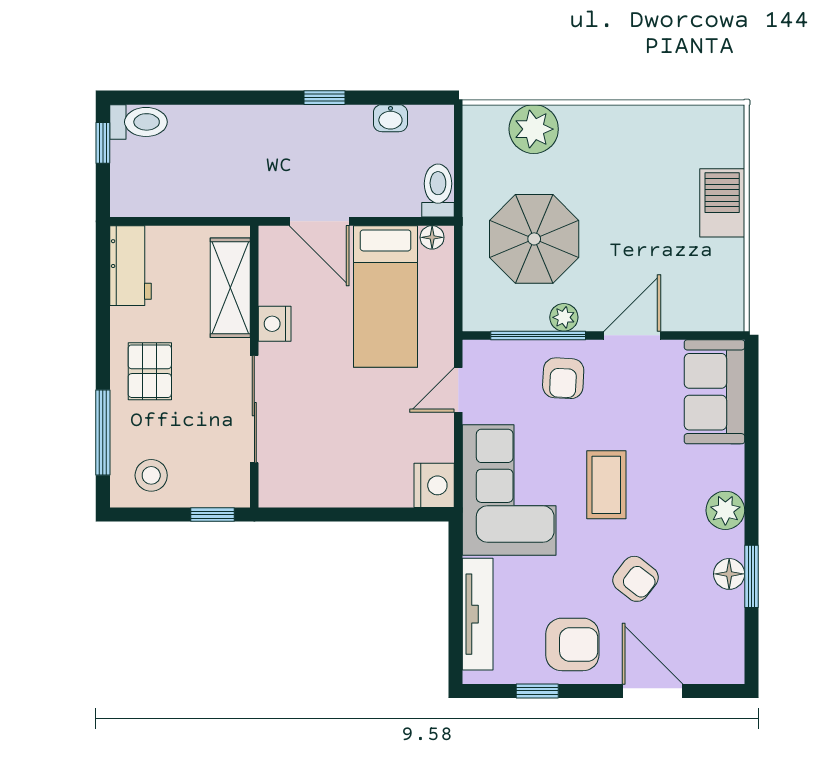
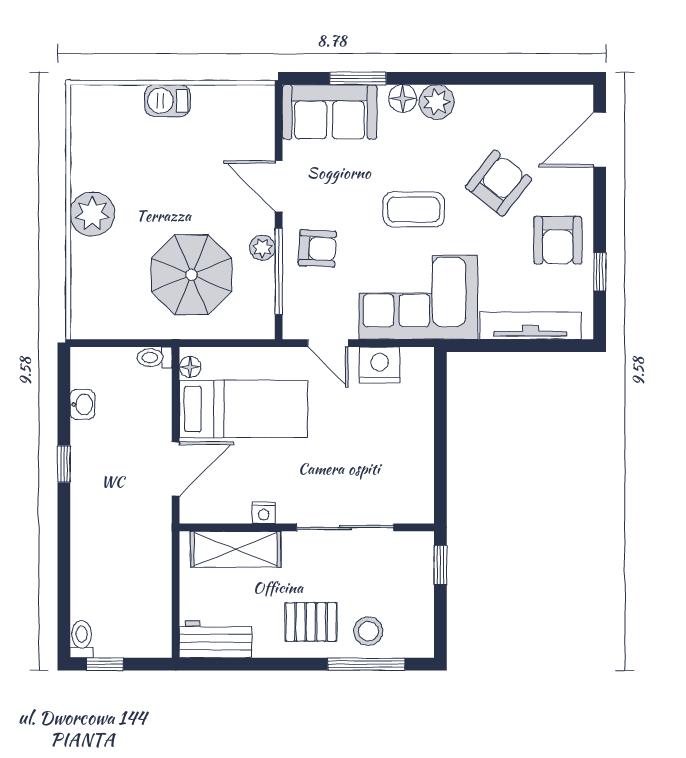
toilet: (139, 122) -> (82, 639), width x0.73, depth x0.72
plant: (534, 129) -> (92, 214), moved
toilet: (438, 191) -> (155, 358), width x0.73, depth x0.72
barbecue: (722, 203) -> (167, 101), width x0.73, depth x0.79
nightstand: (275, 324) -> (264, 513), width x0.72, depth x0.74
stool: (151, 475) -> (368, 631), moved
nightstand: (434, 485) -> (380, 365), moved
floor lamp: (729, 574) -> (403, 99), moved
window: (752, 576) -> (358, 78), moved
armchair: (636, 579) -> (499, 183), width x1.38, depth x1.38
armchair: (572, 644) -> (558, 240), turned 180
door: (652, 691) -> (600, 140), moved

